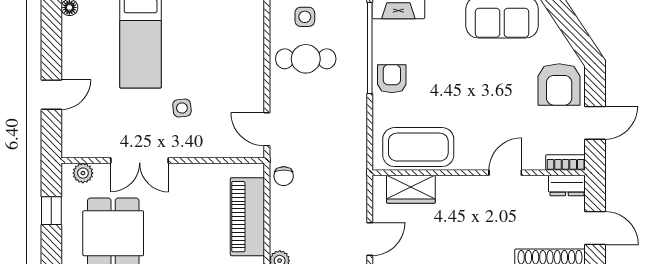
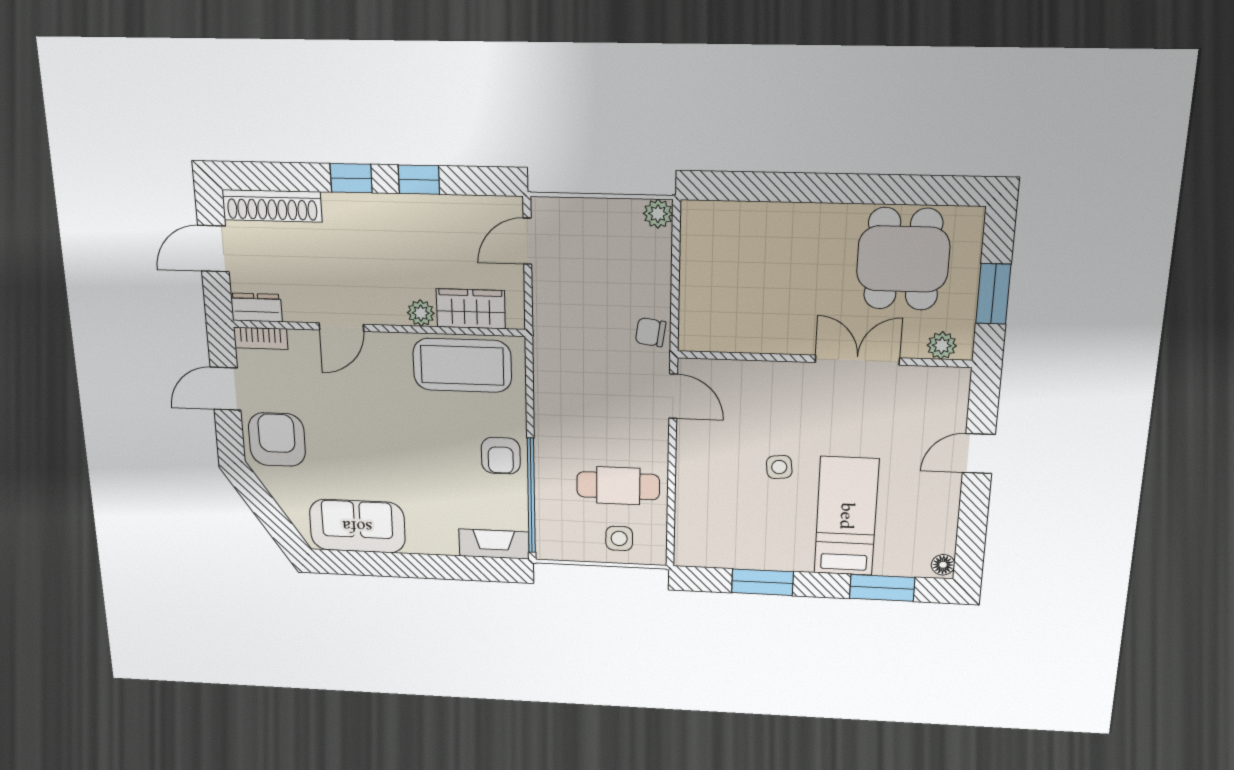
side table: (182, 108) -> (779, 467), moved
chair: (284, 176) -> (651, 332), turned -82
plant: (447, 185) -> (421, 313), added
window: (51, 211) -> (993, 294), width x1.50
piano: (247, 217) -> (704, 277), removed
door: (595, 228) -> (213, 249), hinge flipped

